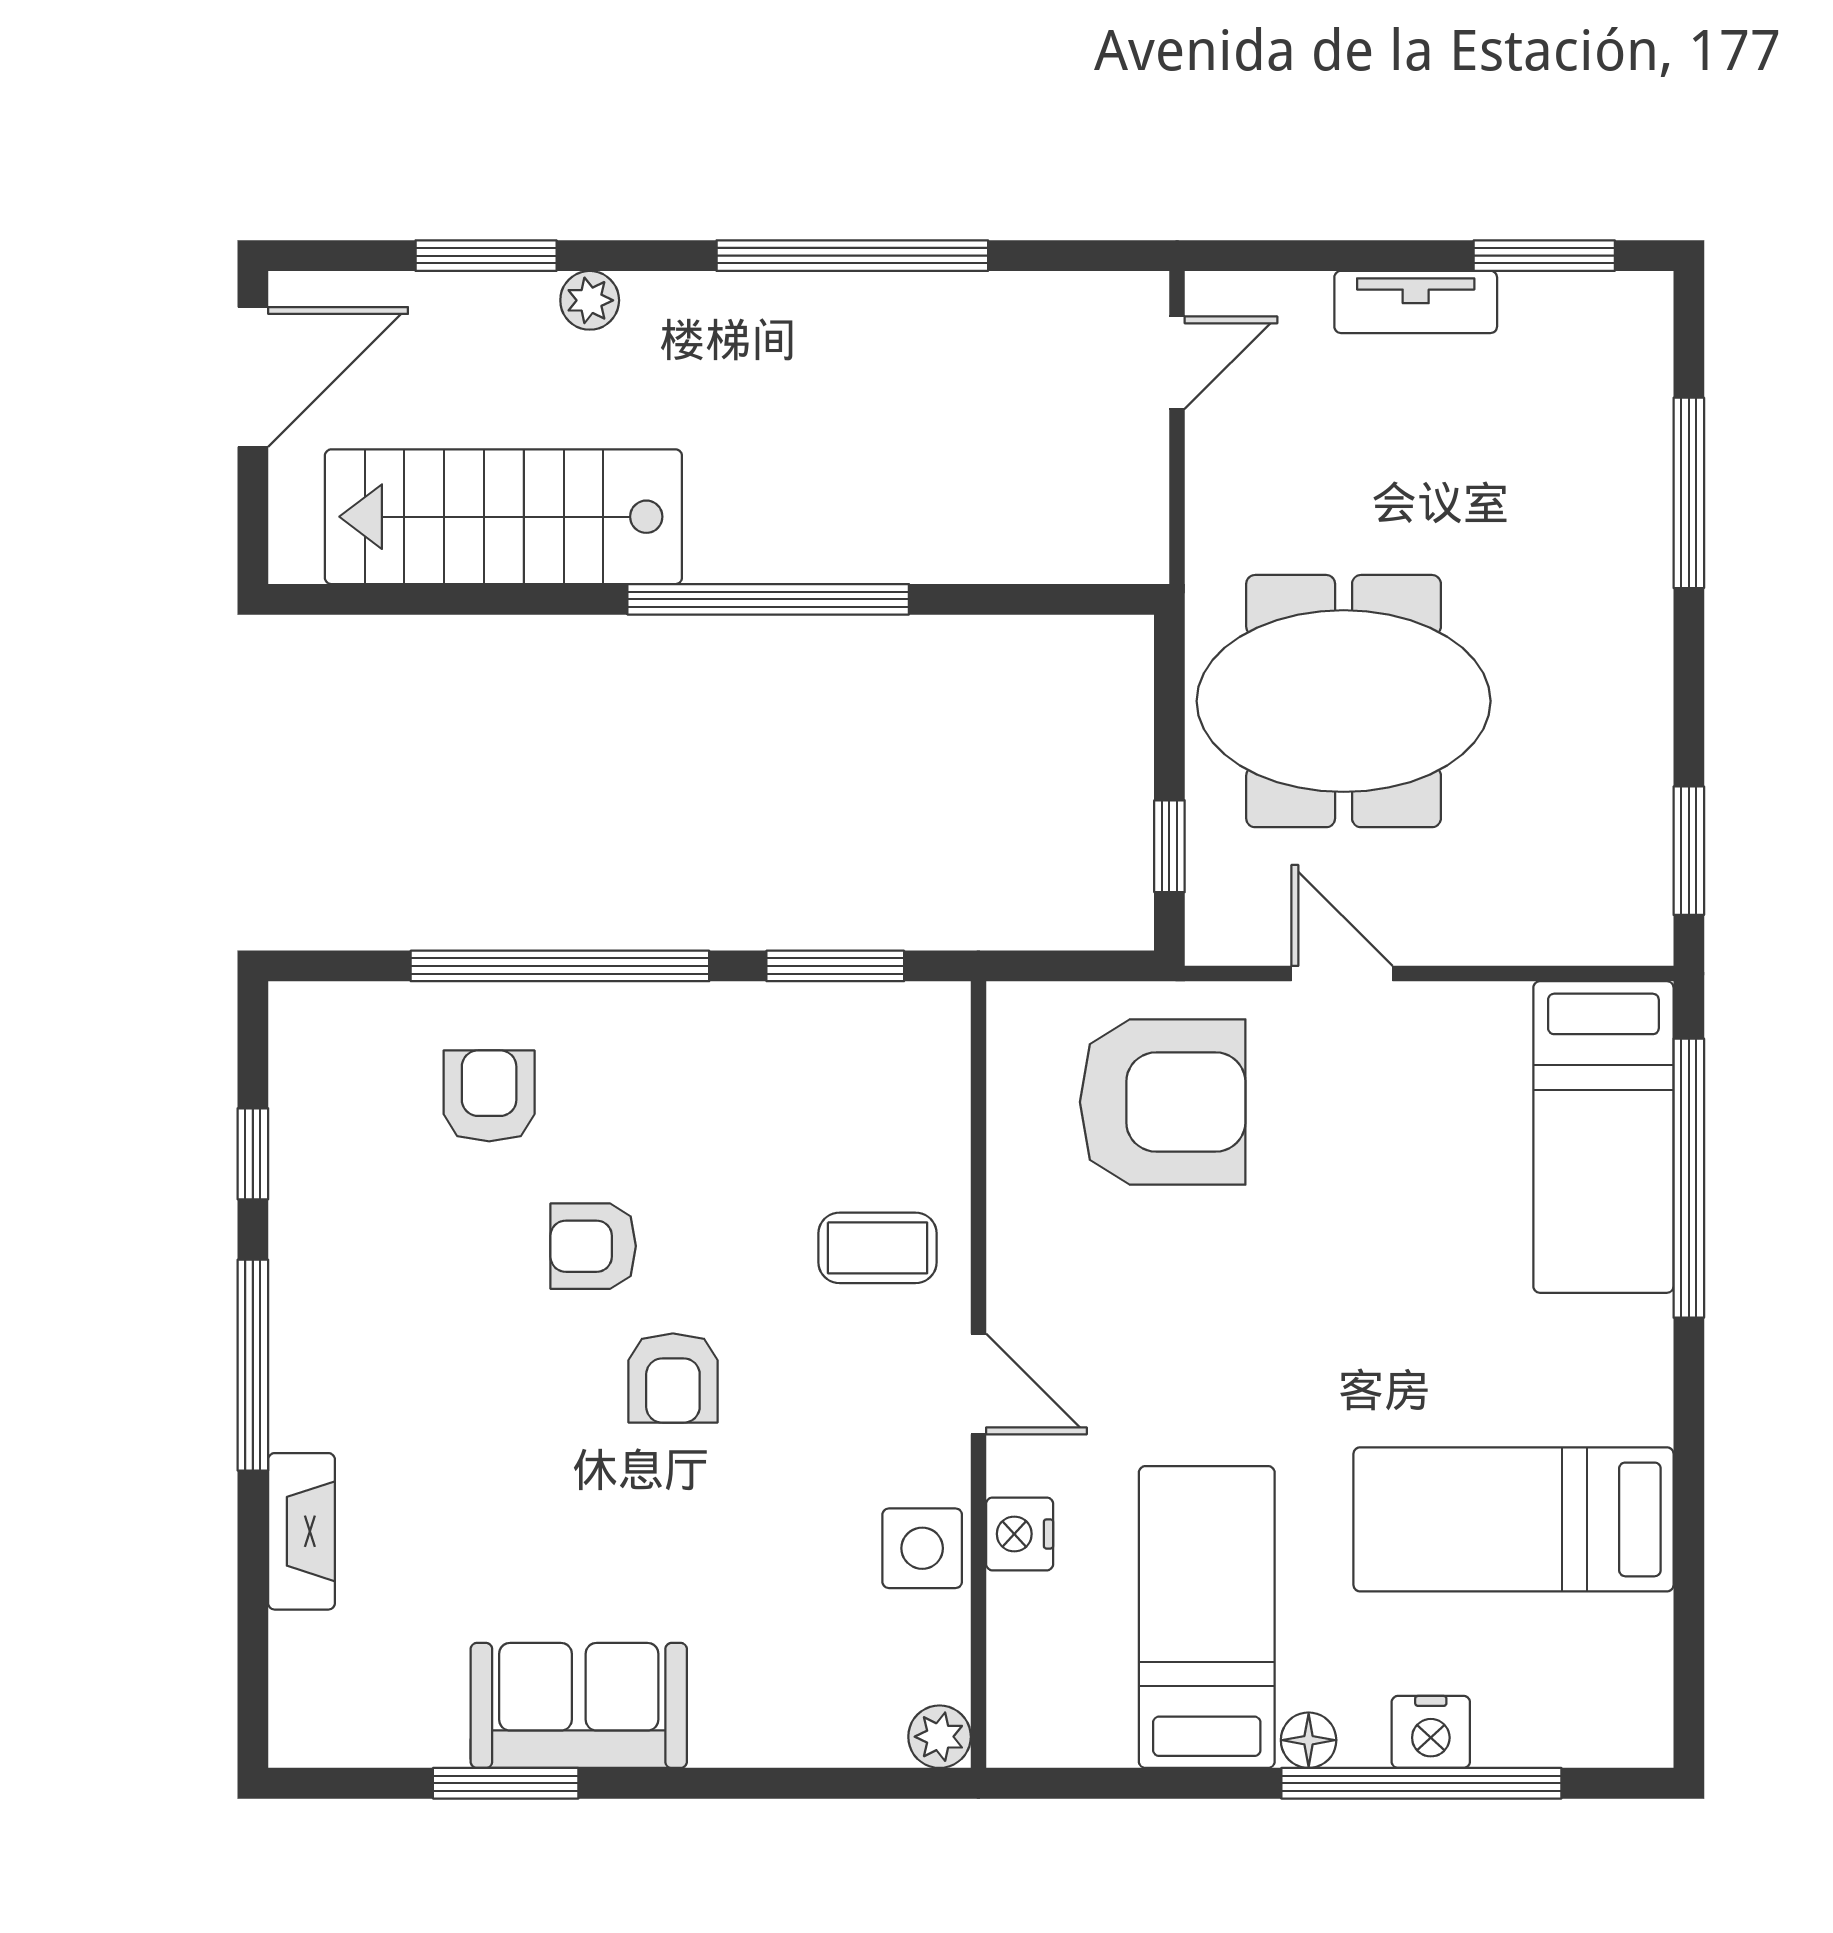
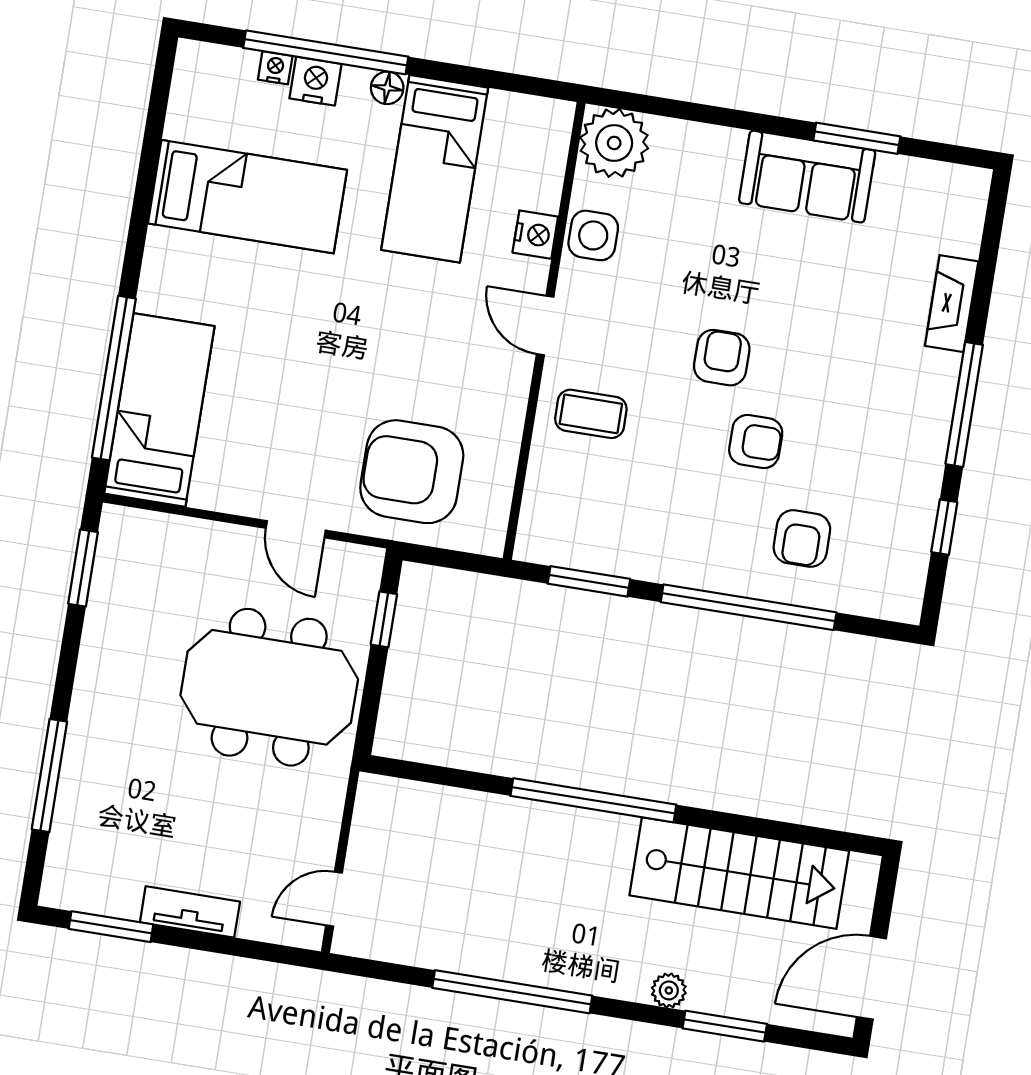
plant: (940, 1737) -> (614, 143), width x1.88, depth x1.88
nightstand: (1502, 1743) -> (275, 68), added

